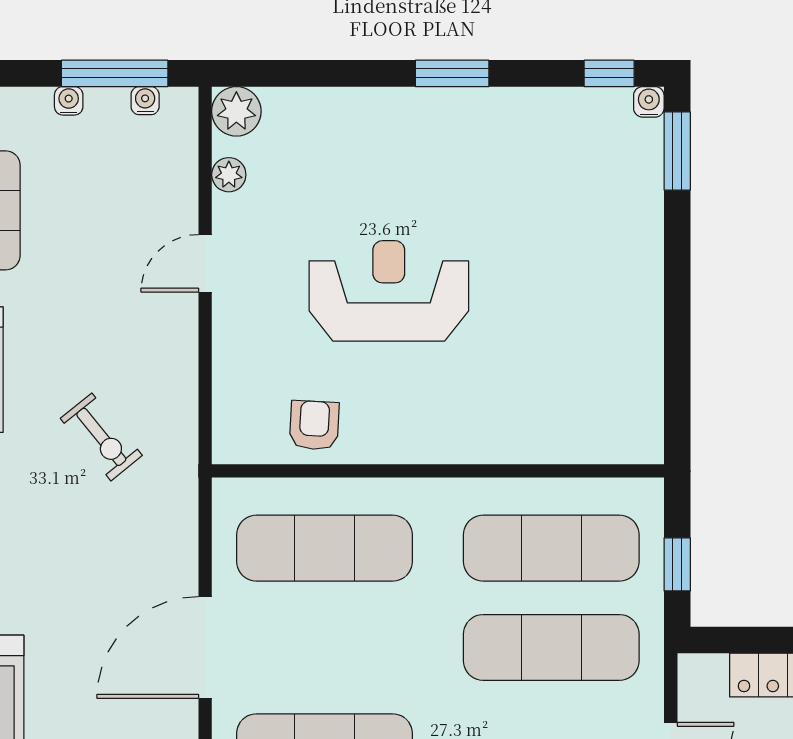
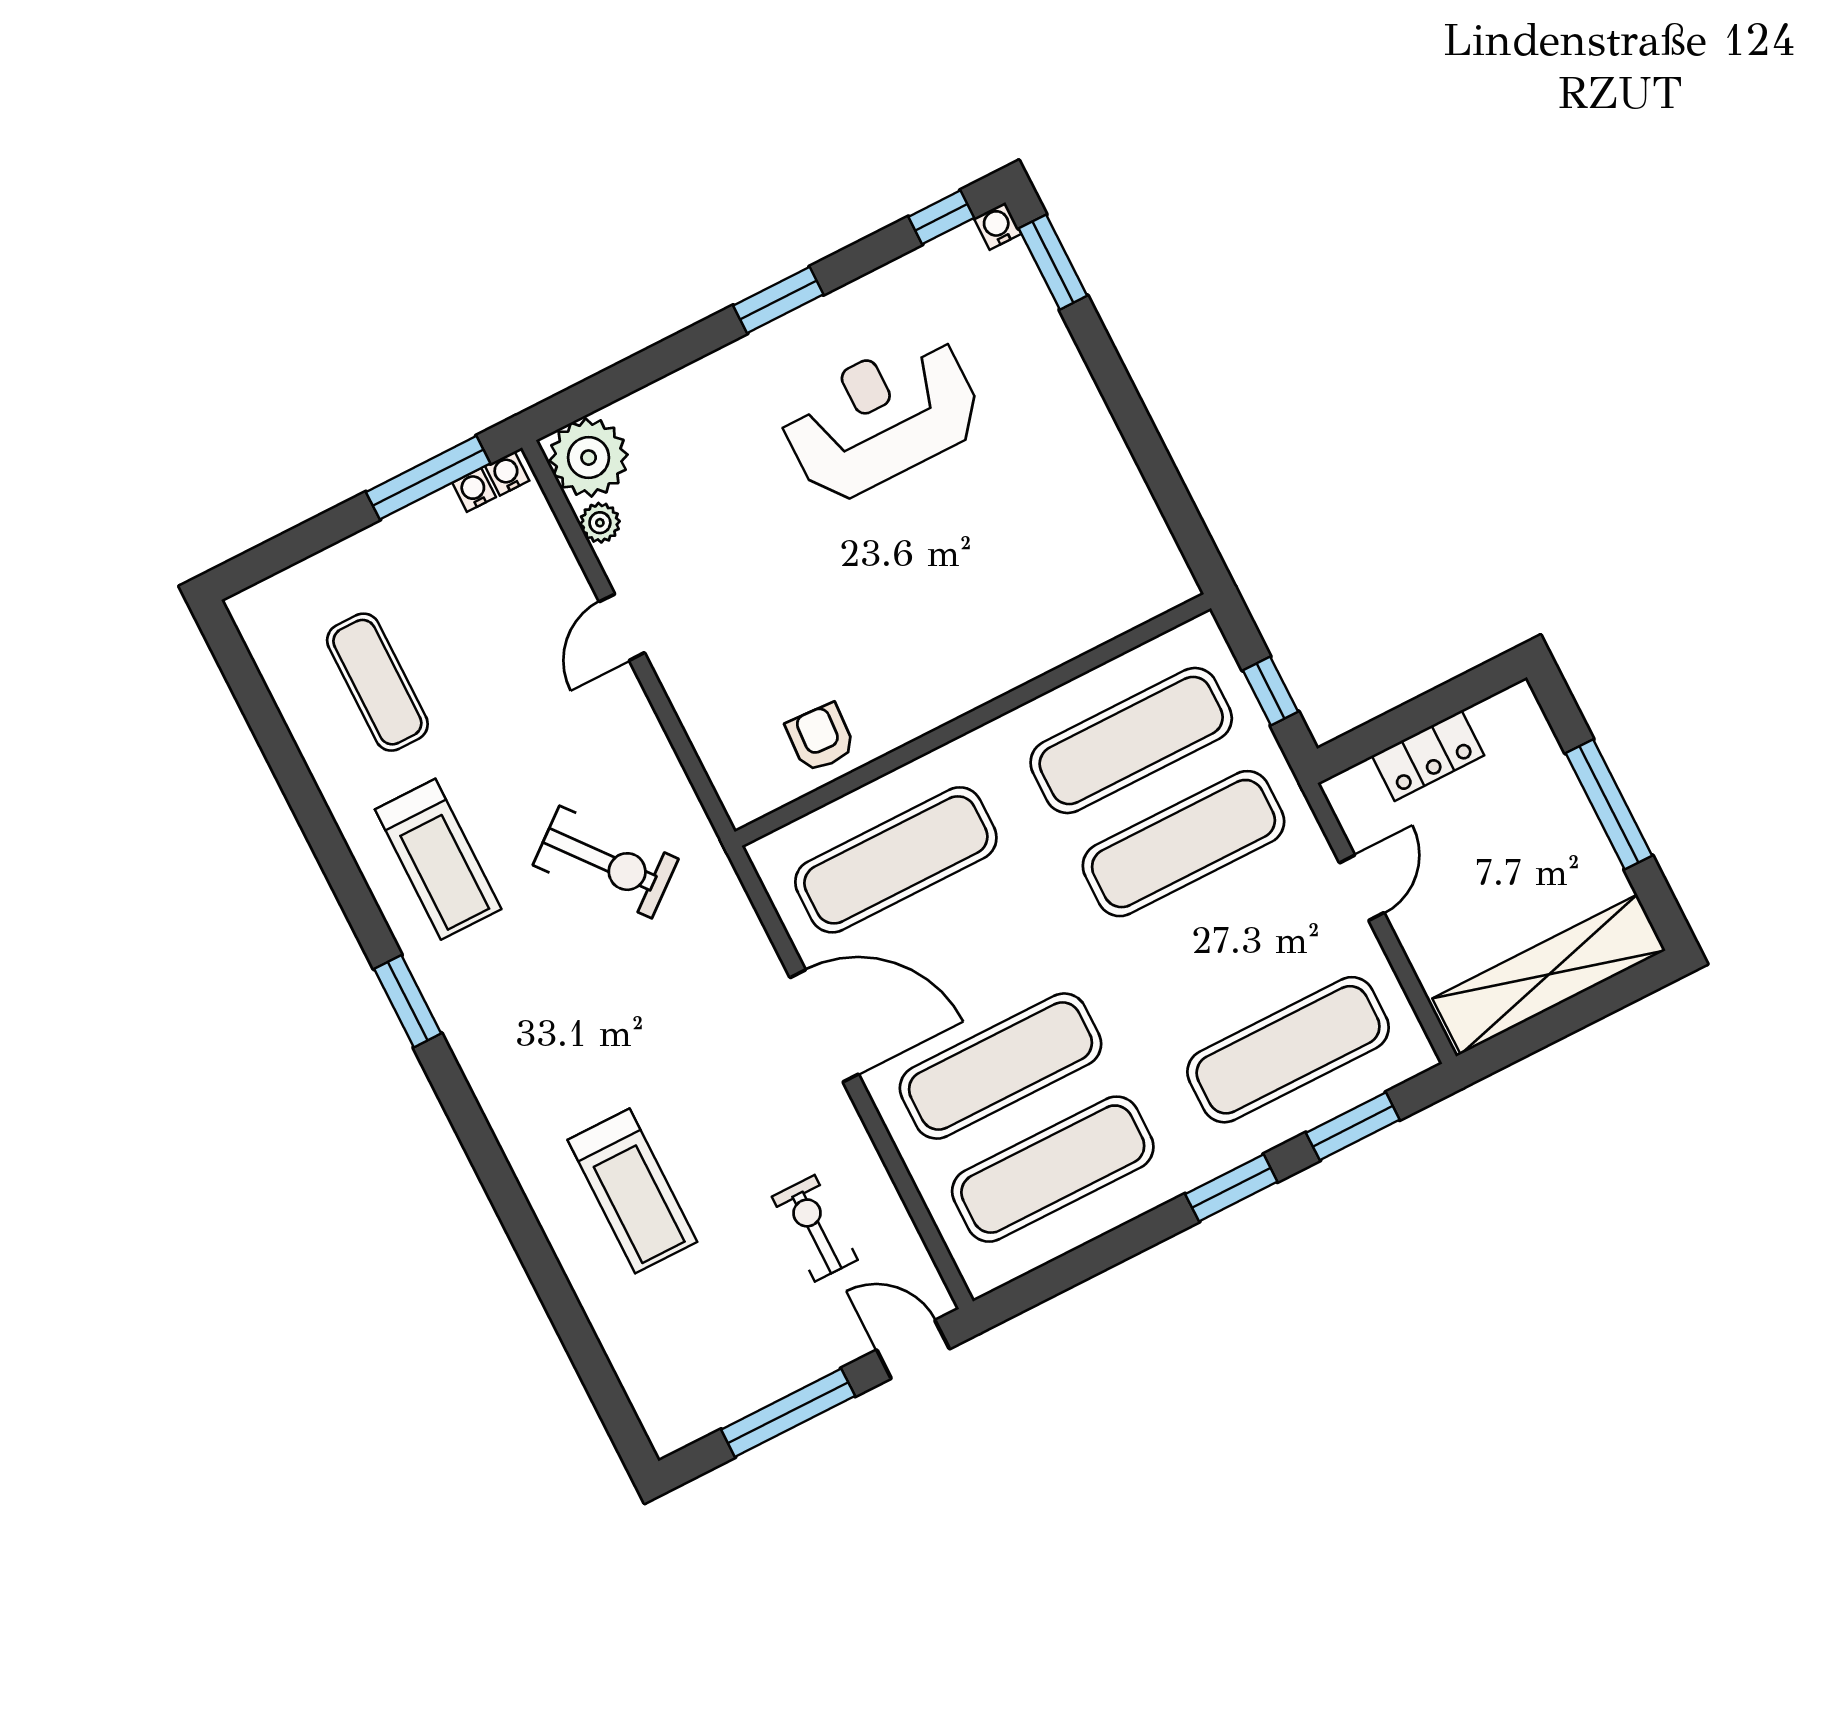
water cooler: (69, 101) -> (507, 473), moved
plant: (236, 111) -> (589, 458), width x1.36, depth x1.36
reception desk: (389, 291) -> (881, 417), moved
exercise bike: (101, 437) -> (606, 862), width x1.38, depth x1.39
door: (205, 648) -> (824, 1026), swing flipped

